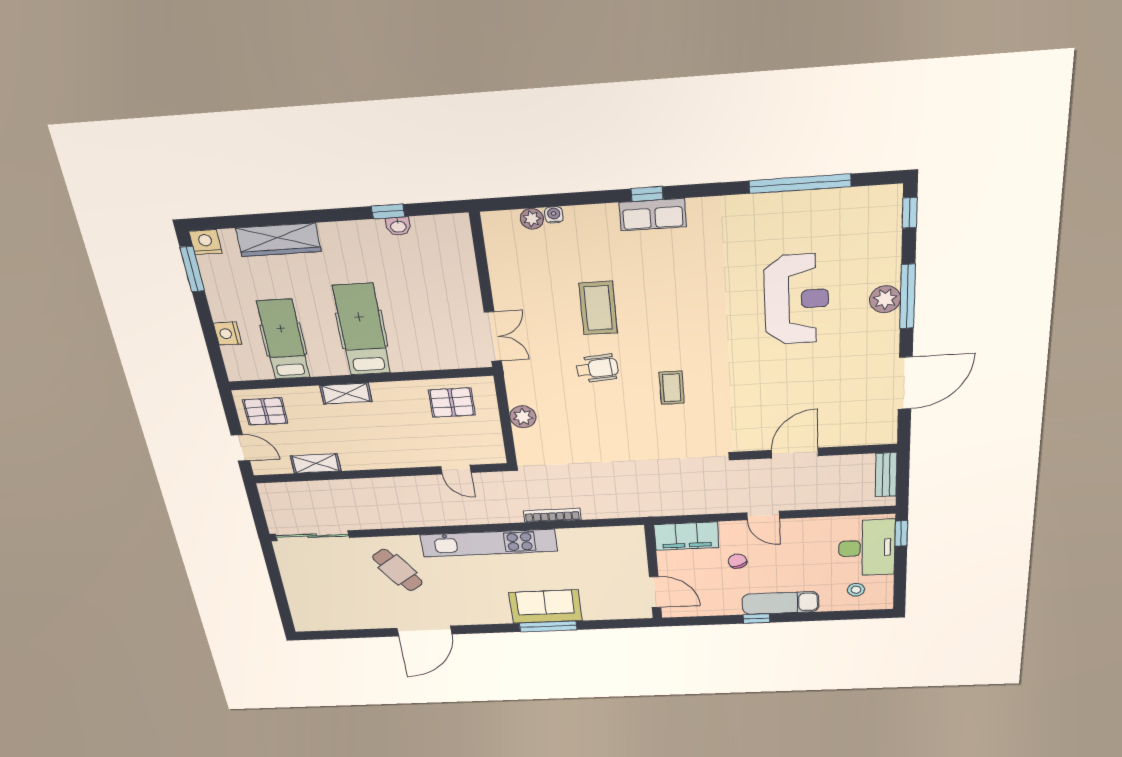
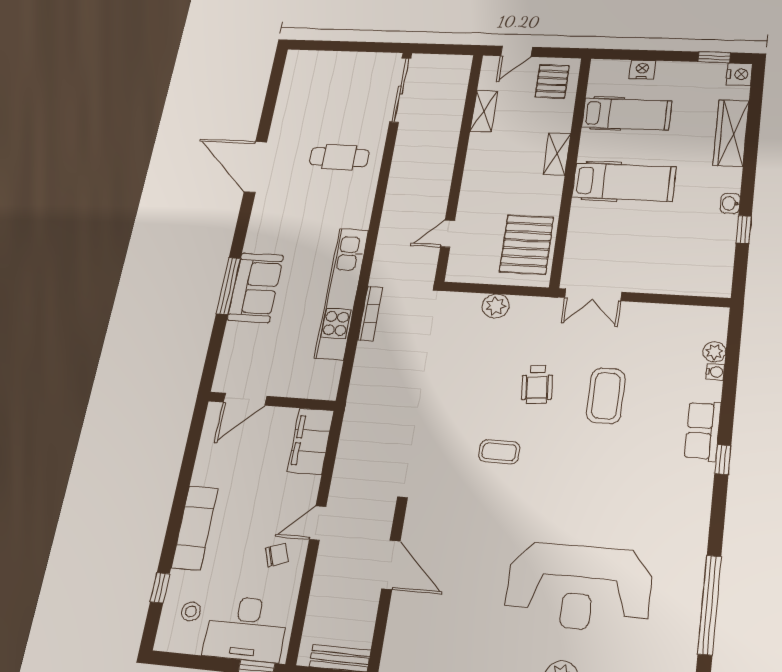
row of seats: (653, 215) -> (703, 431), moved
washbasin: (398, 226) -> (730, 203), moved
window: (192, 269) -> (714, 57), width x0.67
reception desk: (796, 299) -> (579, 587), width x1.36, depth x1.30
coffee table: (598, 308) -> (606, 396), turned 90
pallet: (452, 402) -> (527, 244), width x1.50, depth x1.42
kitchen unit: (489, 543) -> (342, 293), moved
chair: (737, 561) -> (277, 555), moved
cafe table: (397, 570) -> (339, 157), turned 35
window: (756, 619) -> (160, 588), moved

